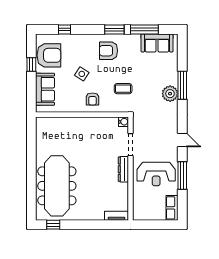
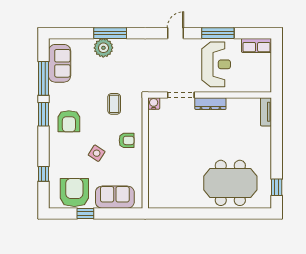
plant: (170, 94) -> (103, 48), moved
meeting table: (57, 186) -> (230, 183), width x0.73

